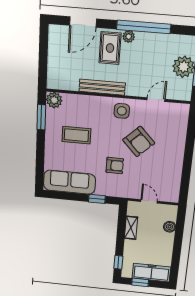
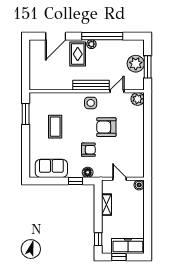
bench: (102, 87) -> (91, 85), moved
plant: (54, 100) -> (138, 99), moved
coffee table: (76, 135) -> (55, 127), turned 90
armchair: (139, 141) -> (106, 127), turned 134
sofa: (69, 182) -> (51, 168), width x0.73
floor lamp: (112, 191) -> (88, 172), added
boiler: (170, 227) -> (139, 185), moved

